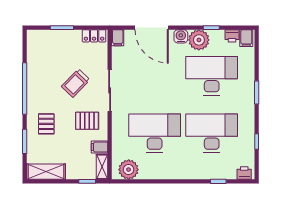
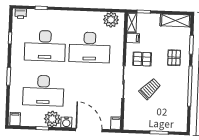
locker: (94, 36) -> (134, 125), removed
printer: (232, 36) -> (26, 121), removed

